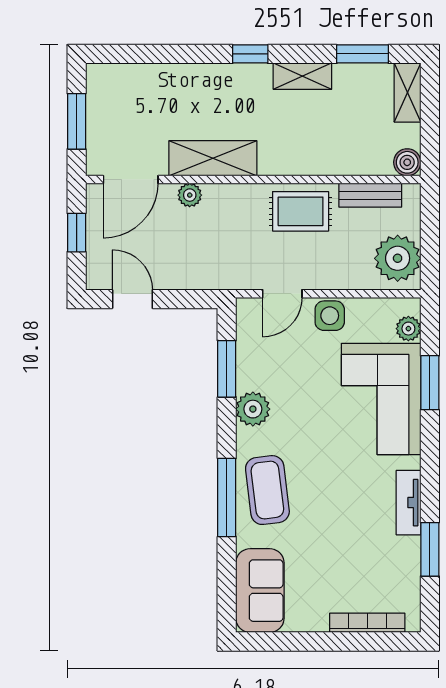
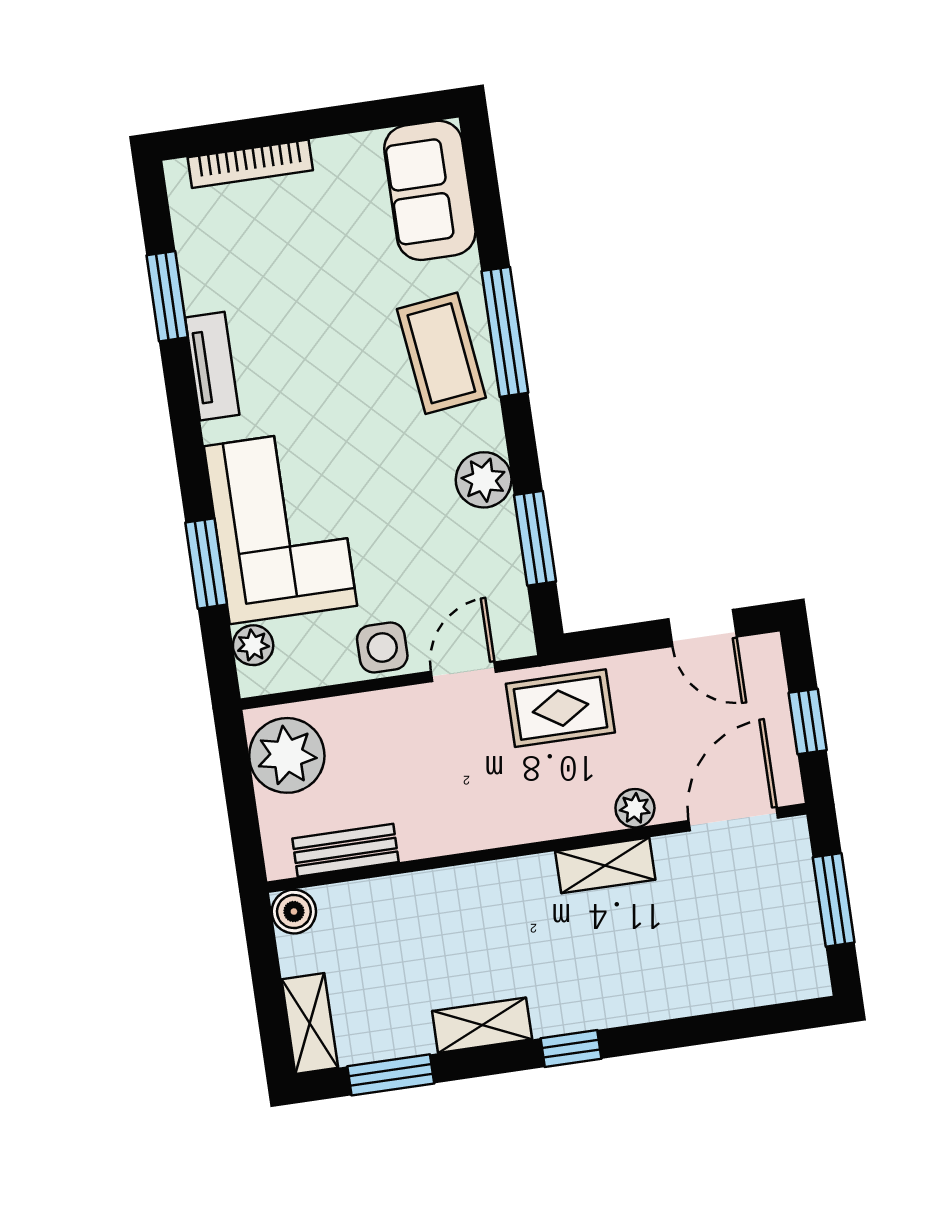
shelving: (213, 158) -> (605, 865), width x0.67, depth x0.75
rug: (301, 211) -> (560, 708), moved

